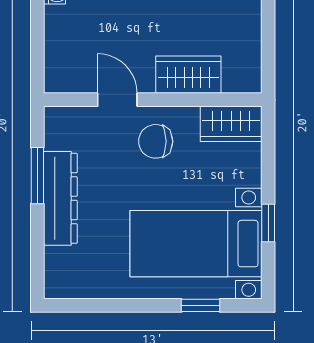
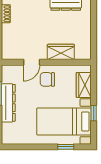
door: (117, 100) -> (32, 62), swing flipped
wardrobe: (231, 124) -> (84, 85), moved, turned 90

